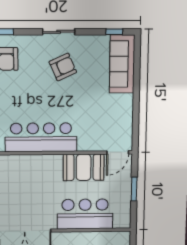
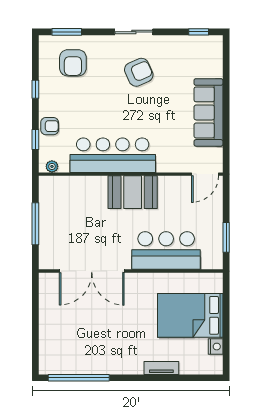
sofa: (122, 64) -> (208, 112), moved
booth: (84, 167) -> (133, 192), moved
window: (134, 189) -> (226, 237), moved

